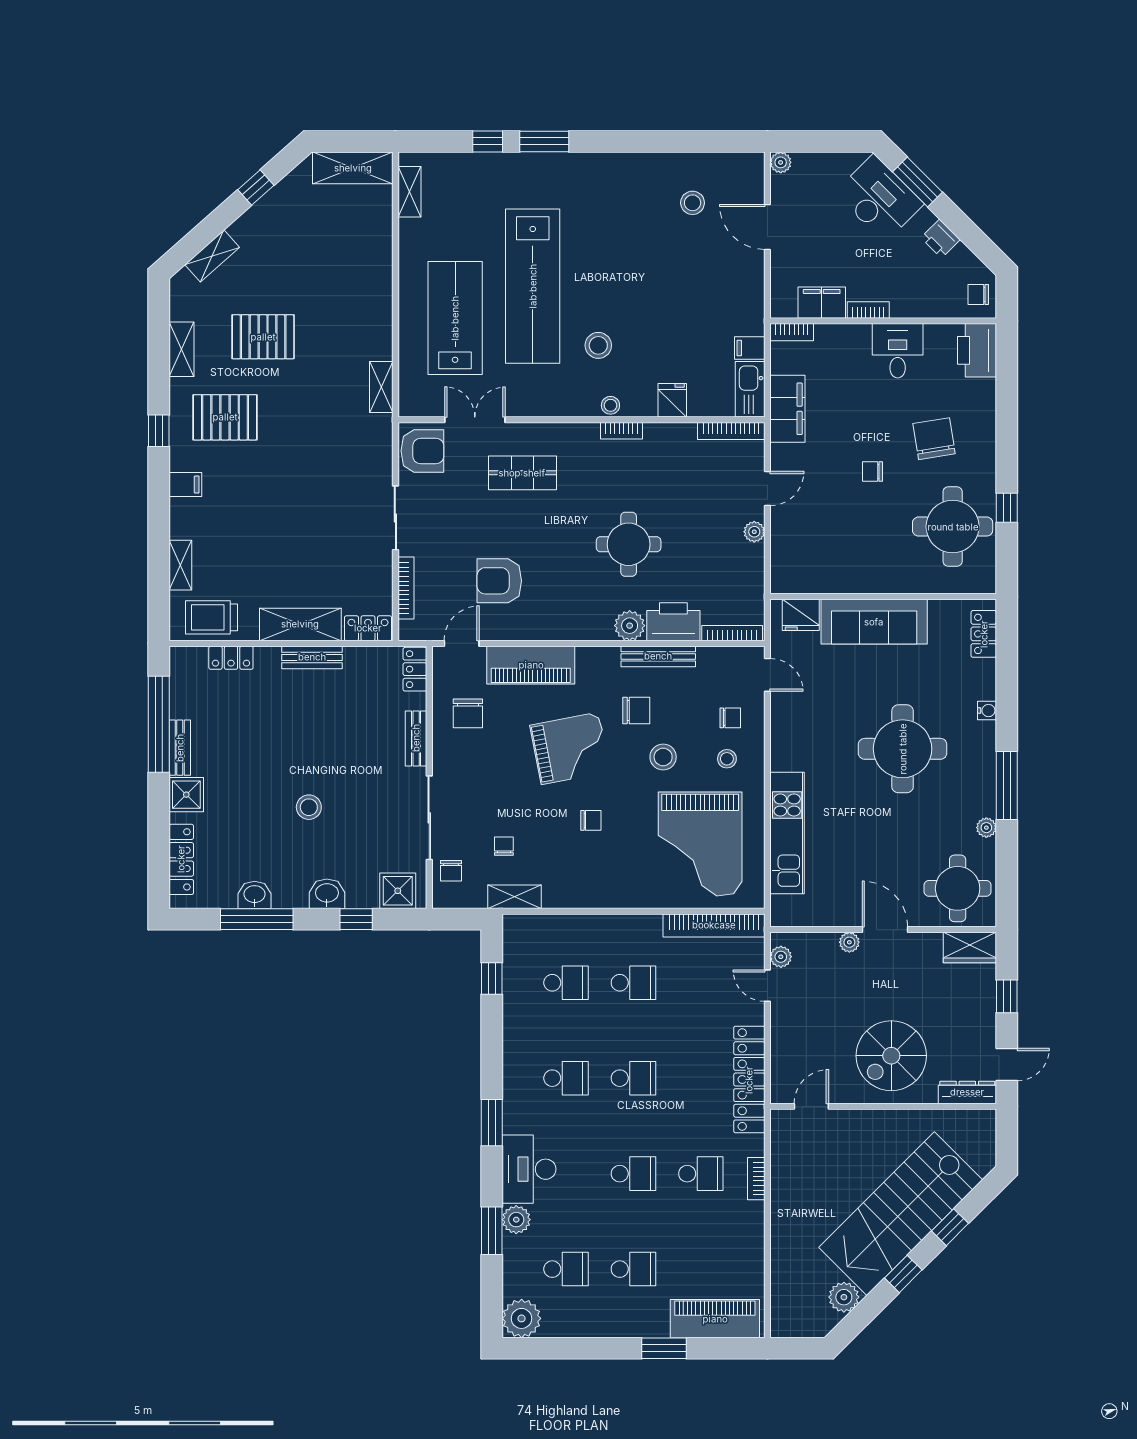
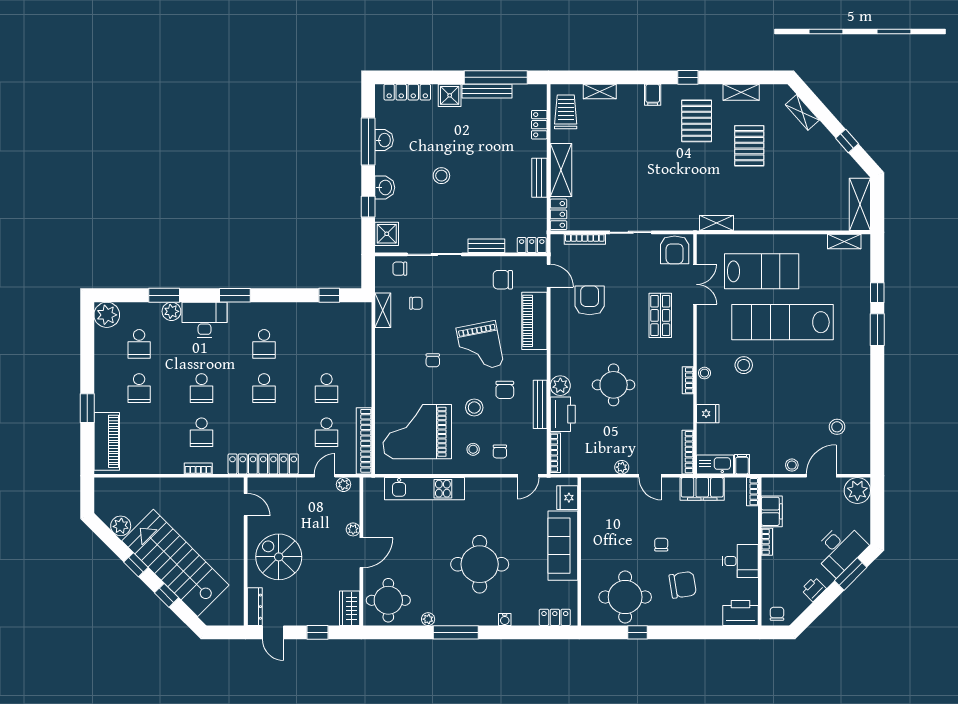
plant: (781, 162) -> (857, 491), width x1.87, depth x1.87
stool: (751, 272) -> (792, 465), added
bench: (180, 748) -> (487, 91), width x1.36
school desk: (566, 983) -> (327, 432), moved

